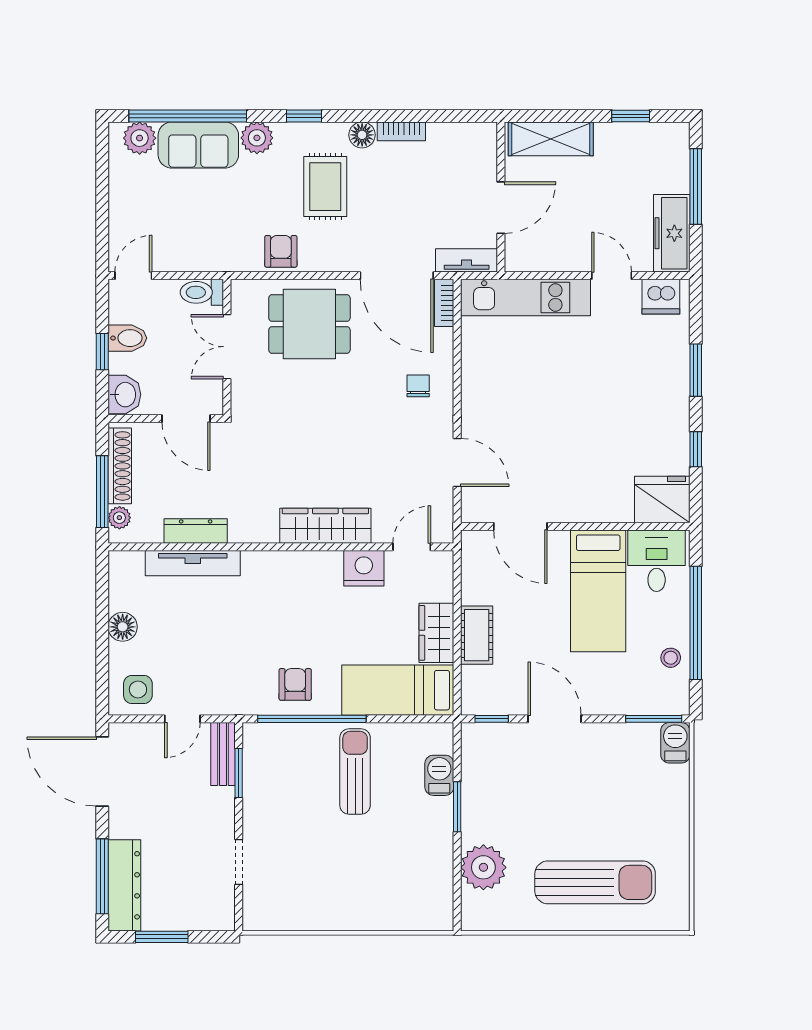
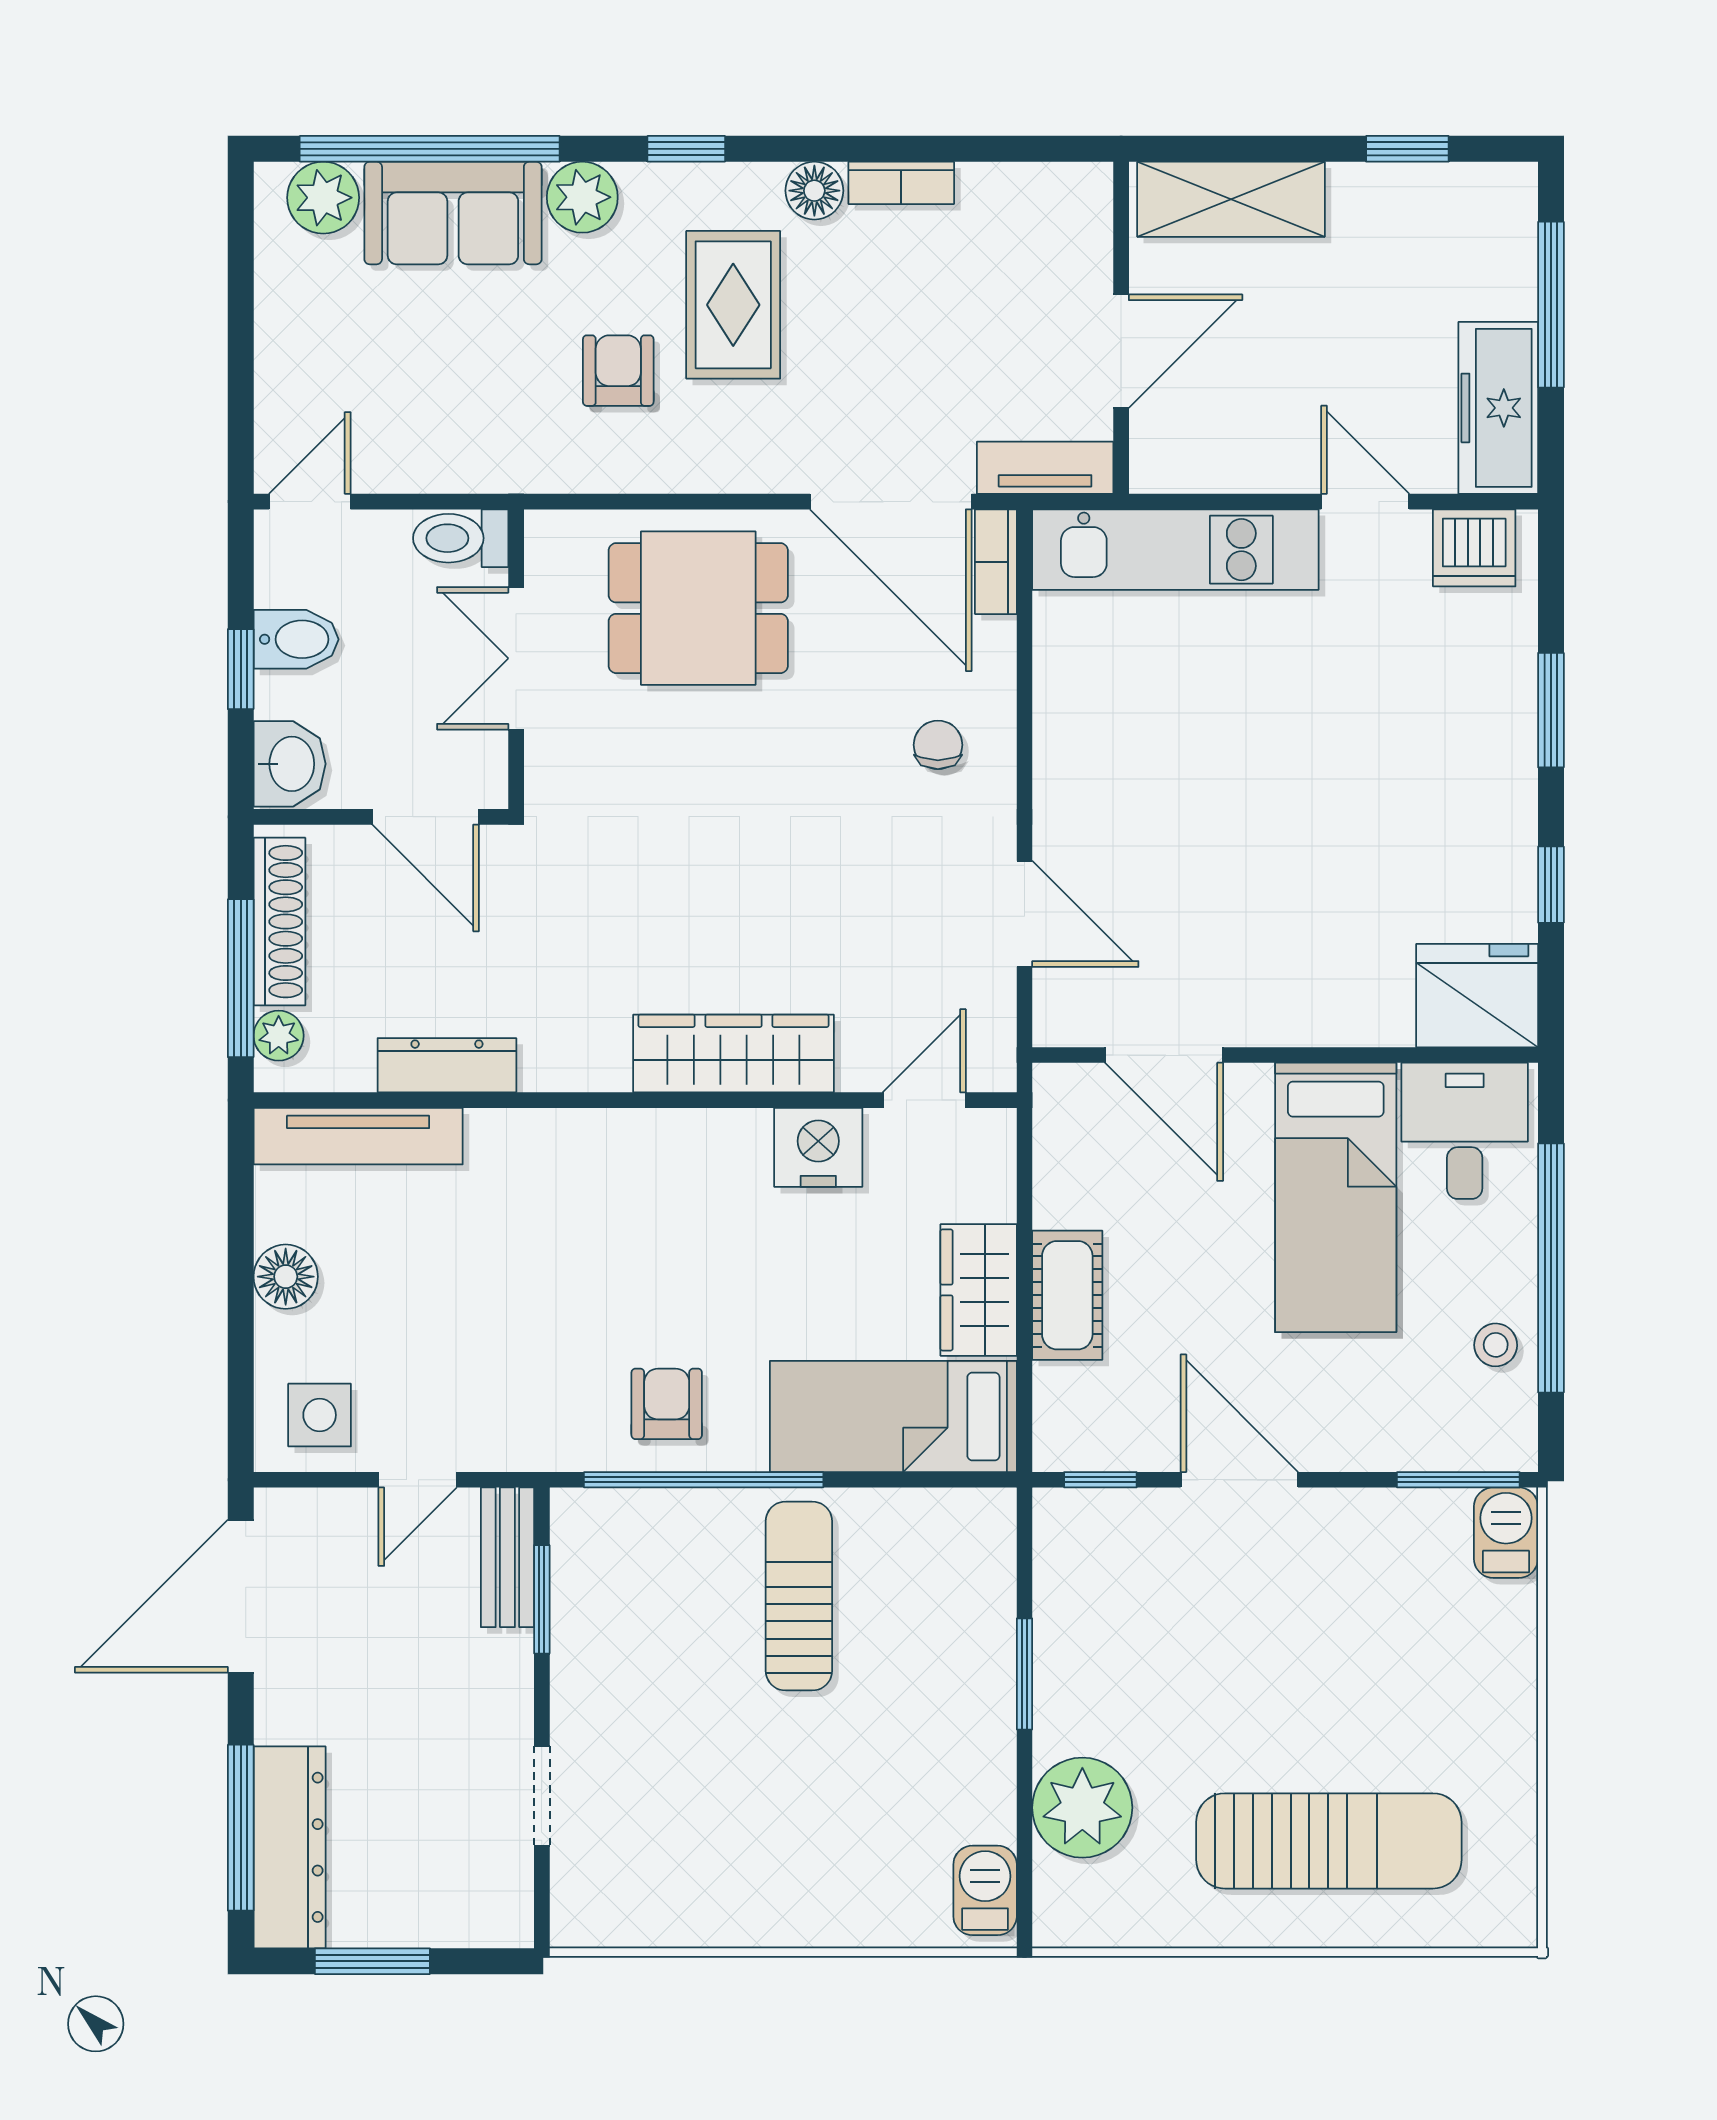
armchair: (281, 251) -> (618, 371), moved
tv unit: (193, 563) -> (358, 1136), moved
door: (102, 772) -> (241, 1596), hinge flipped
barbecue: (439, 775) -> (985, 1890), moved

